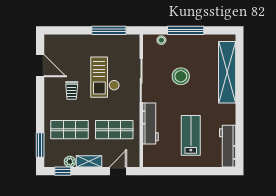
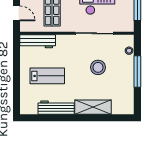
shelving: (227, 72) -> (93, 107), width x0.68
workbench: (150, 124) -> (38, 41), moved
workbench: (228, 146) -> (56, 108), moved

